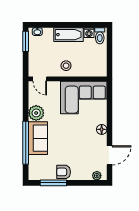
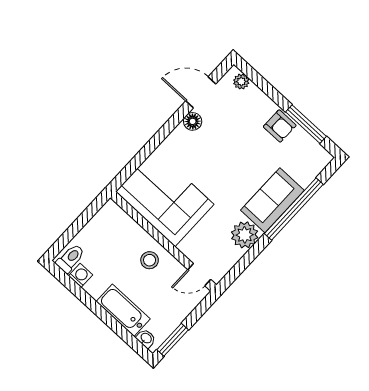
bathtub: (68, 35) -> (123, 310), moved
door: (40, 79) -> (199, 275), swing flipped
floor lamp: (102, 129) -> (193, 121), moved

